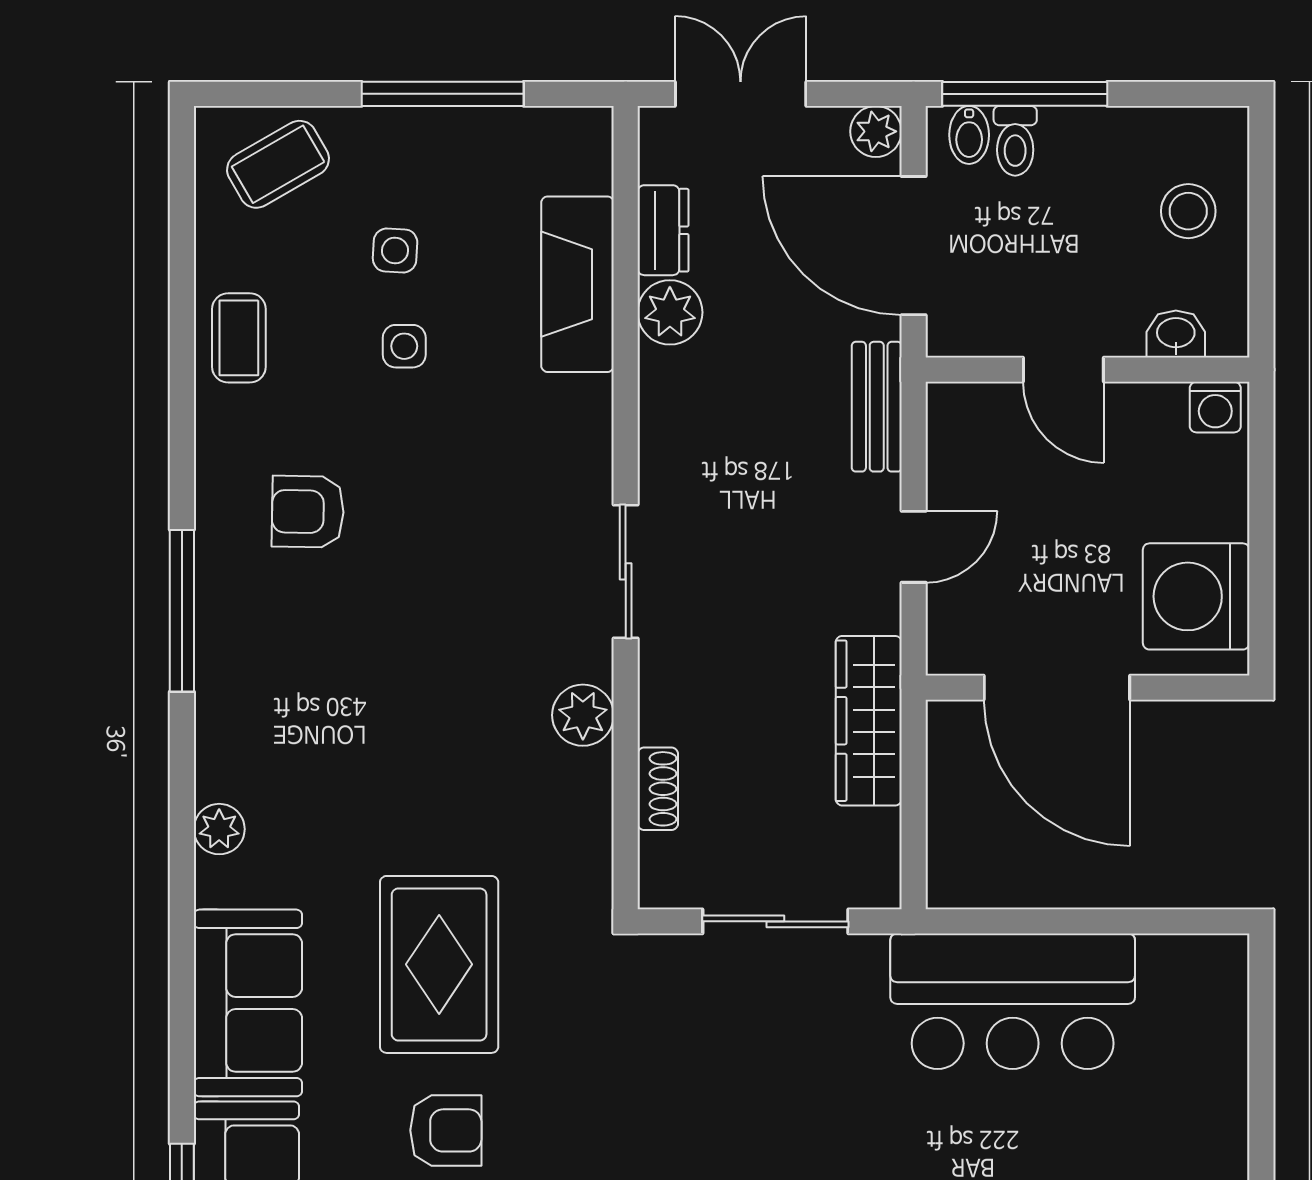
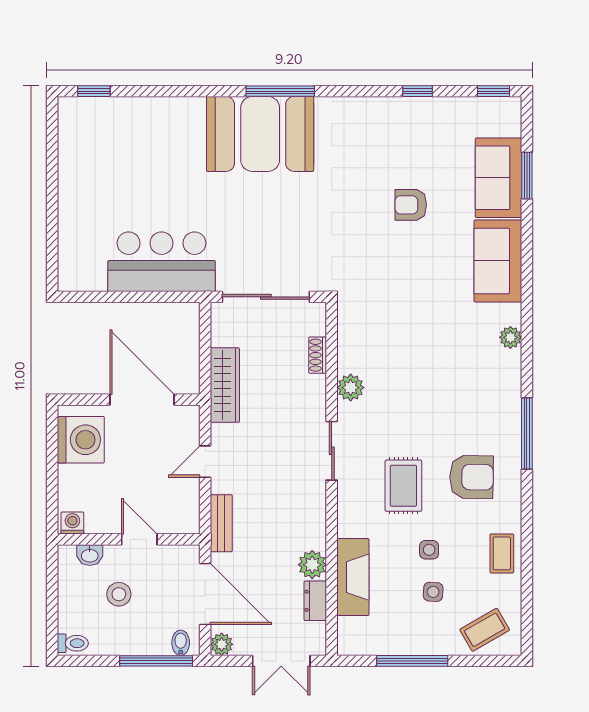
toilet: (1015, 141) -> (73, 643), moved, turned 90
stool: (1188, 211) -> (119, 594), moved
armchair: (308, 512) -> (472, 477), width x1.38, depth x1.38
sliding door: (775, 921) -> (266, 297), width x1.37
rug: (439, 964) -> (403, 486), moved, width x0.73, depth x0.70

